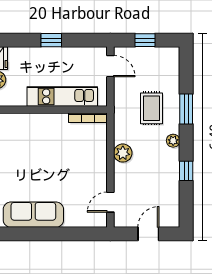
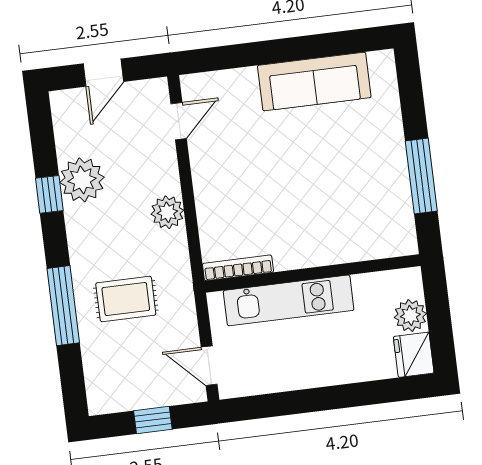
window: (51, 40) -> (321, 399), removed
rug: (151, 108) -> (126, 299), turned 90
window: (186, 109) -> (63, 306), width x1.44
plant: (173, 141) -> (82, 180), moved, width x1.87, depth x1.87

